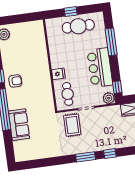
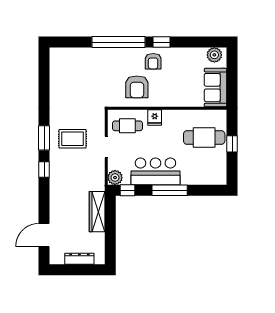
cafe table: (78, 26) -> (204, 138), moved, turned 90
window: (111, 42) -> (170, 190), moved
armchair: (37, 91) -> (137, 87), added
sofa: (19, 125) -> (216, 88), moved, turned 90
rug: (72, 125) -> (73, 139), moved

